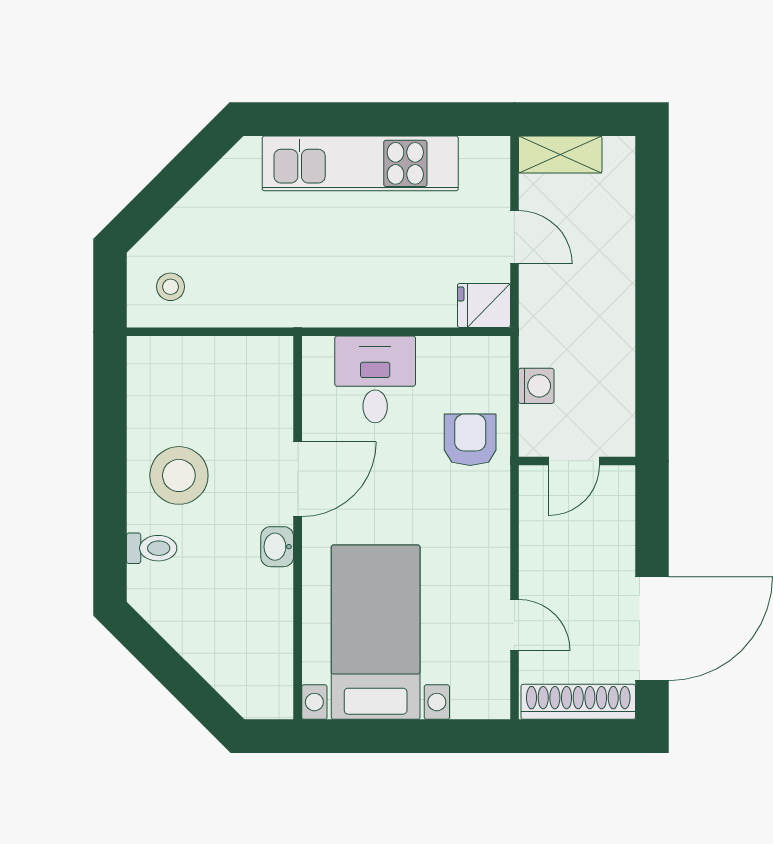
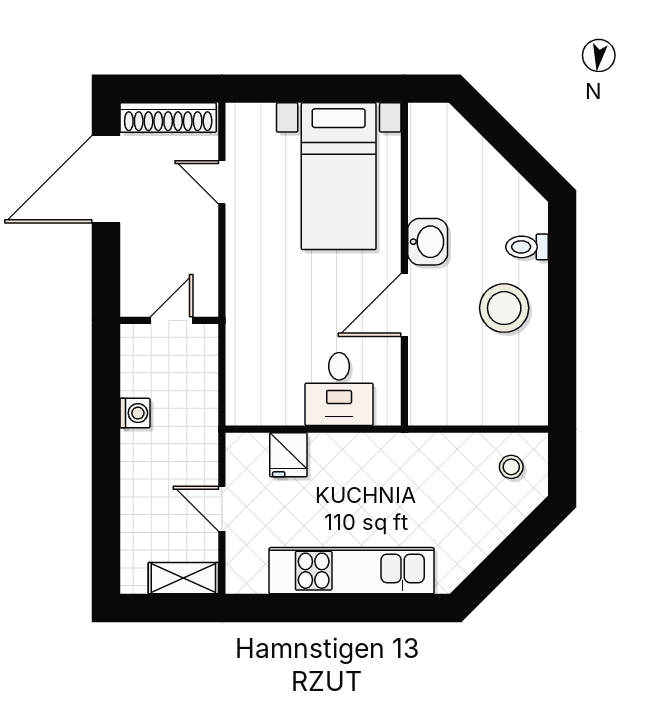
fridge: (484, 305) -> (288, 455), moved, turned 90
washing machine: (536, 386) -> (135, 413), moved, turned 180
armchair: (470, 440) -> (259, 338), removed
washbasin: (277, 547) -> (428, 242), width x1.38, depth x1.45

